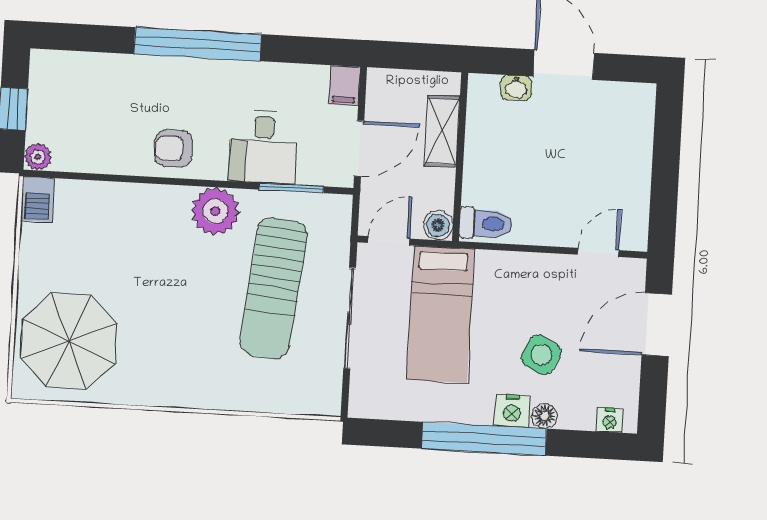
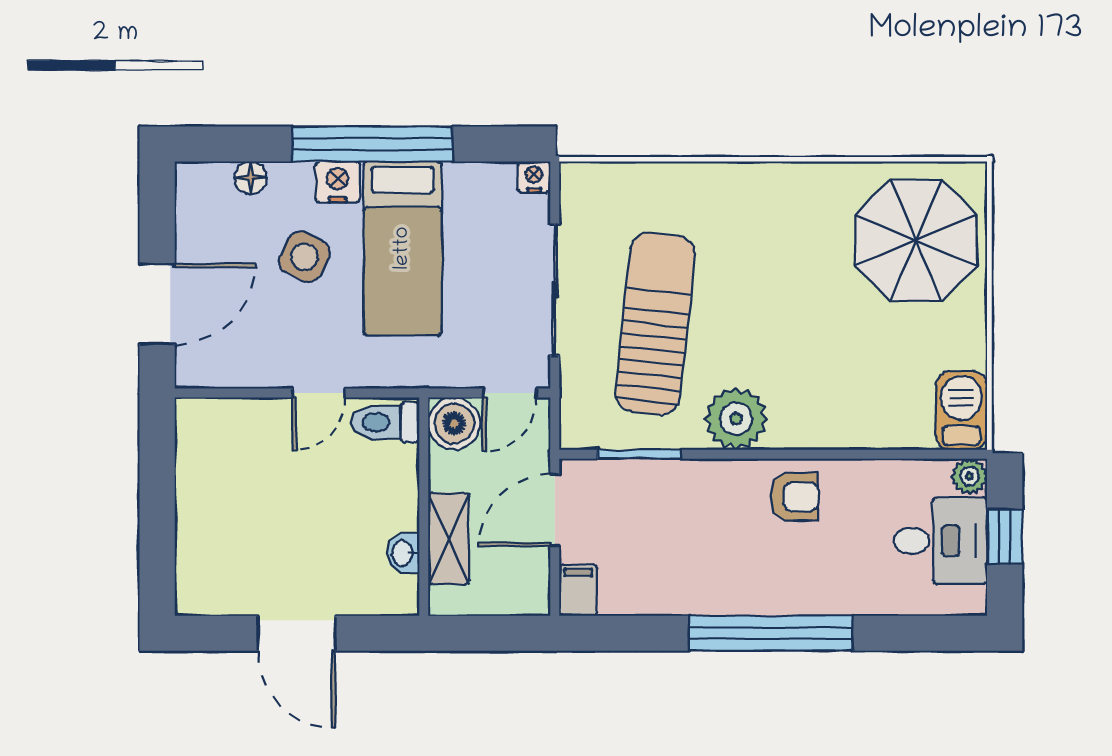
washbasin: (516, 88) -> (403, 553), moved, turned -90
desk: (264, 147) -> (940, 541), moved, turned 90
barbecue: (37, 199) -> (961, 410), width x1.38, depth x1.27
boiler: (438, 225) -> (454, 423), width x1.36, depth x1.36
door: (598, 252) -> (319, 393), moved
bed: (440, 314) -> (403, 248), moved, turned 180
floor lamp: (544, 416) -> (251, 178), moved
nightstand: (609, 420) -> (534, 177), moved

